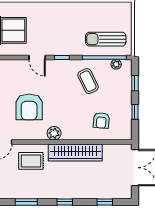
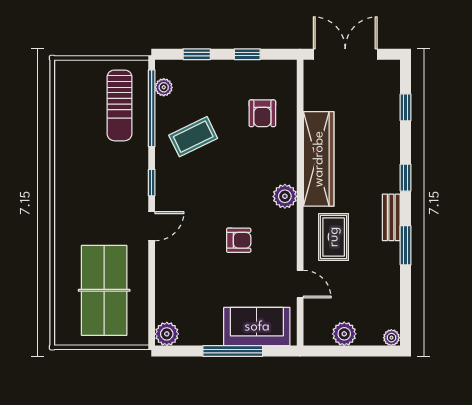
armchair: (29, 107) -> (239, 240), width x0.53, depth x0.53
armchair: (101, 120) -> (262, 113), turned 85
bench: (42, 194) -> (391, 217), added

